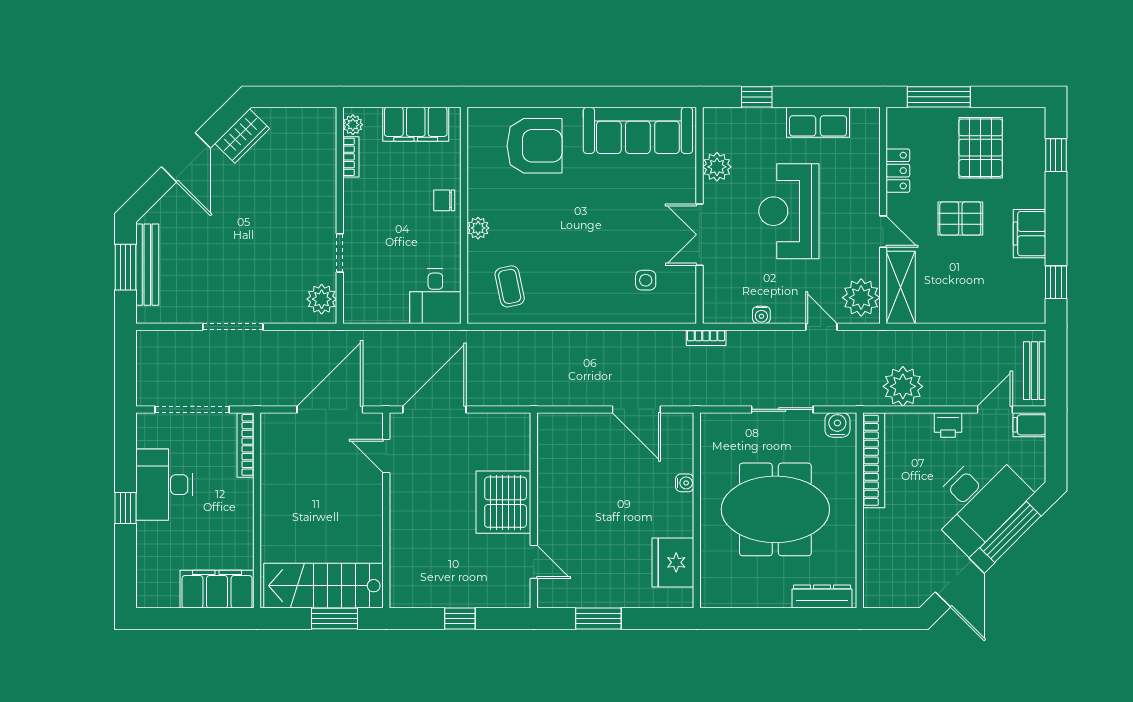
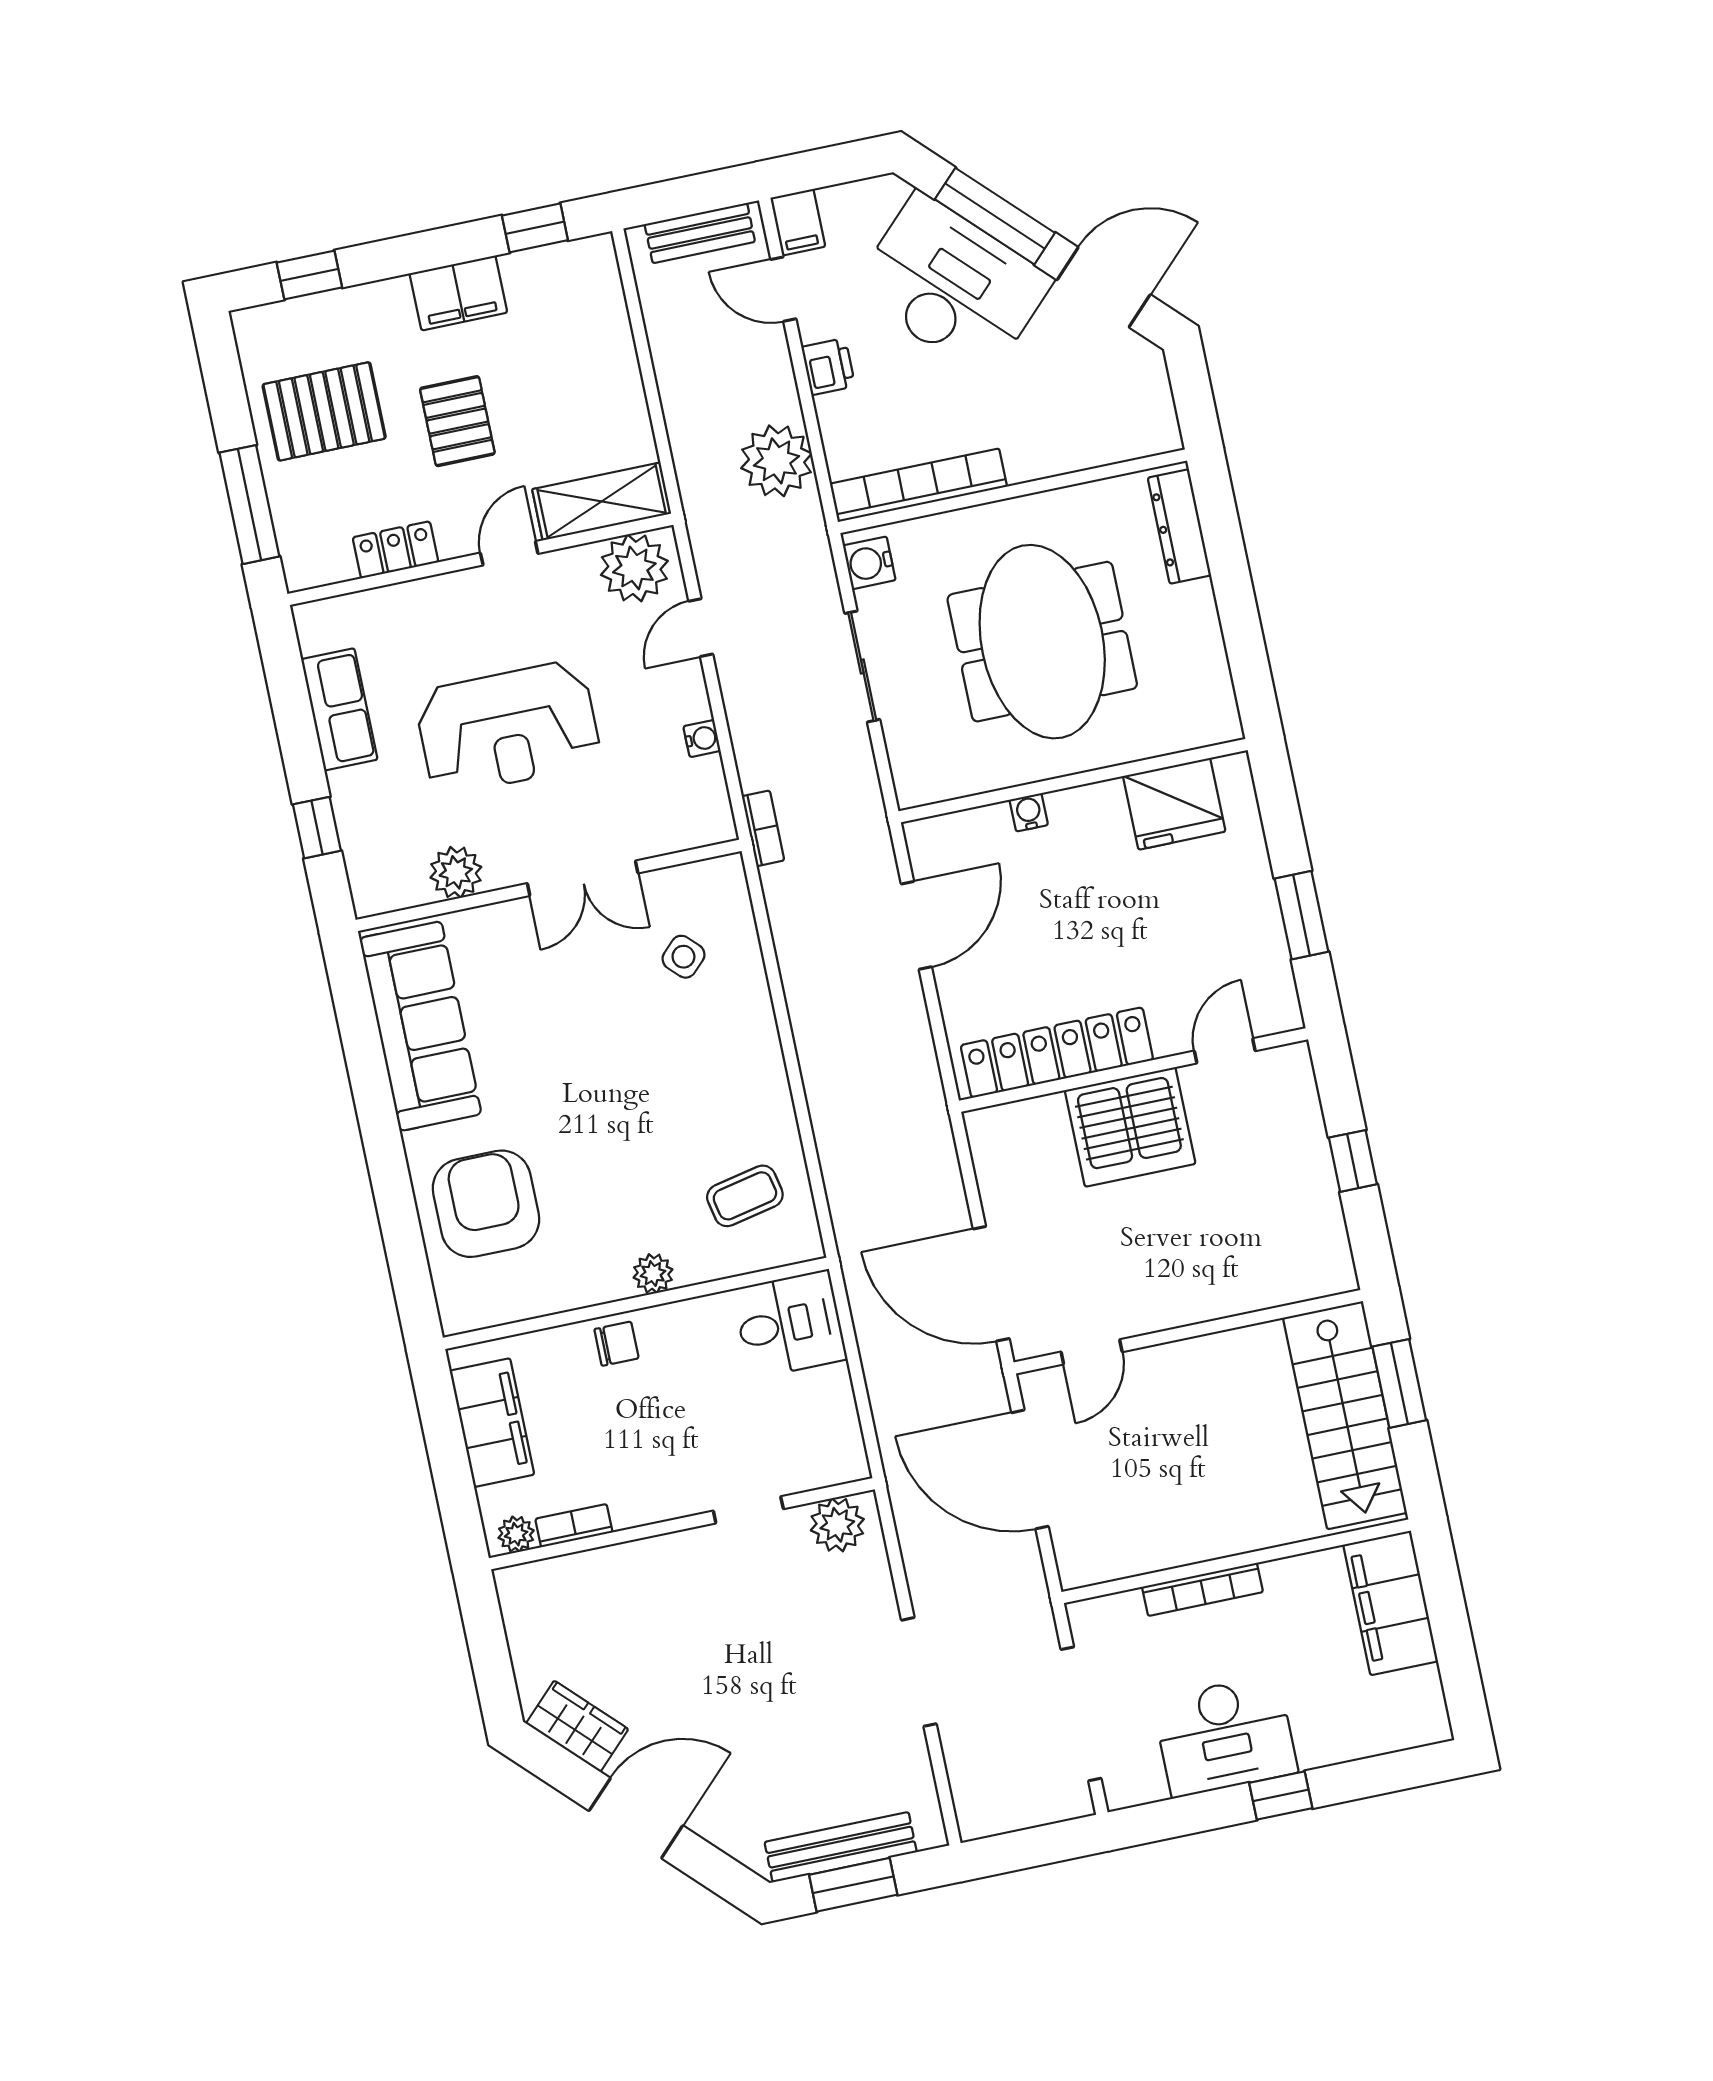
chair: (444, 200) -> (616, 1344), turned -90
side table: (646, 280) -> (683, 957), turned 45
bookcase: (246, 445) -> (1202, 1589), moved
locker: (552, 471) -> (1057, 1053), added

